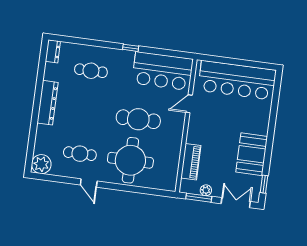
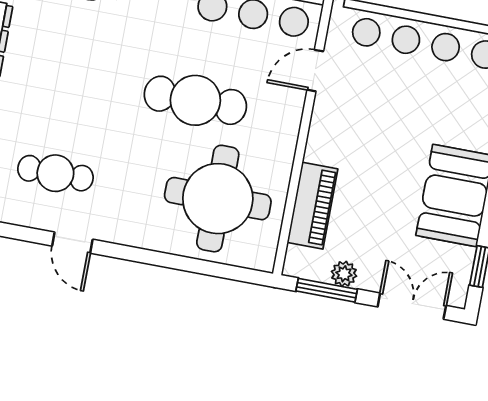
round table: (130, 160) -> (218, 199), moved

